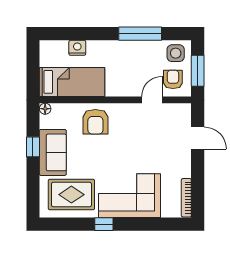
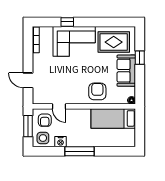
window: (140, 34) -> (80, 151), moved
nightstand: (77, 48) -> (61, 142), moved
door: (152, 100) -> (59, 106), hinge flipped
window: (33, 147) -> (140, 58), moved
window: (104, 224) -> (67, 22), moved

